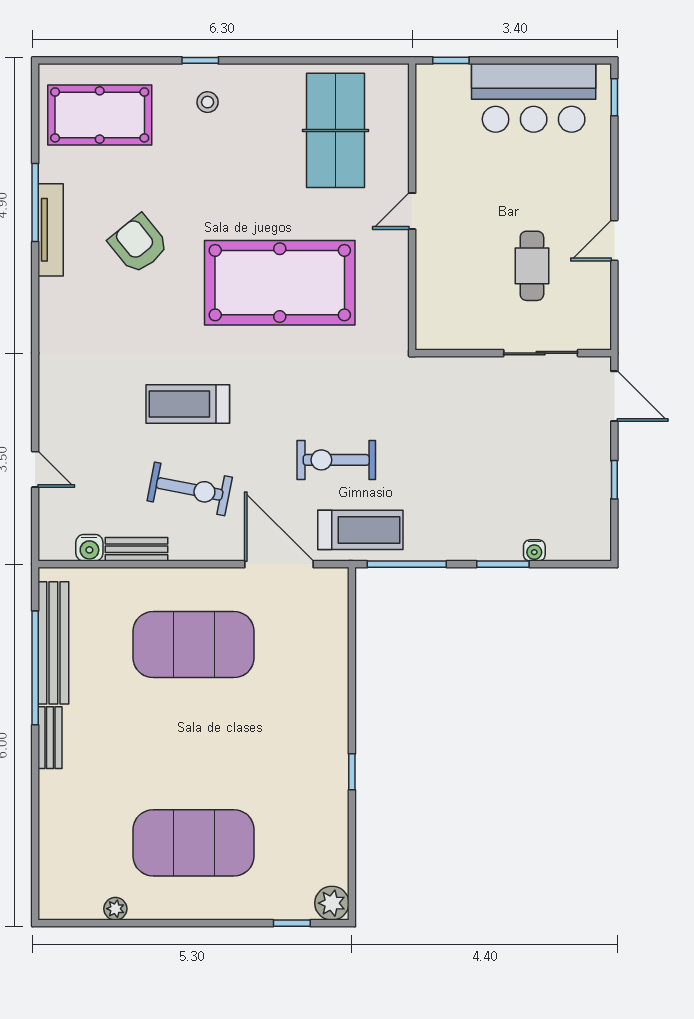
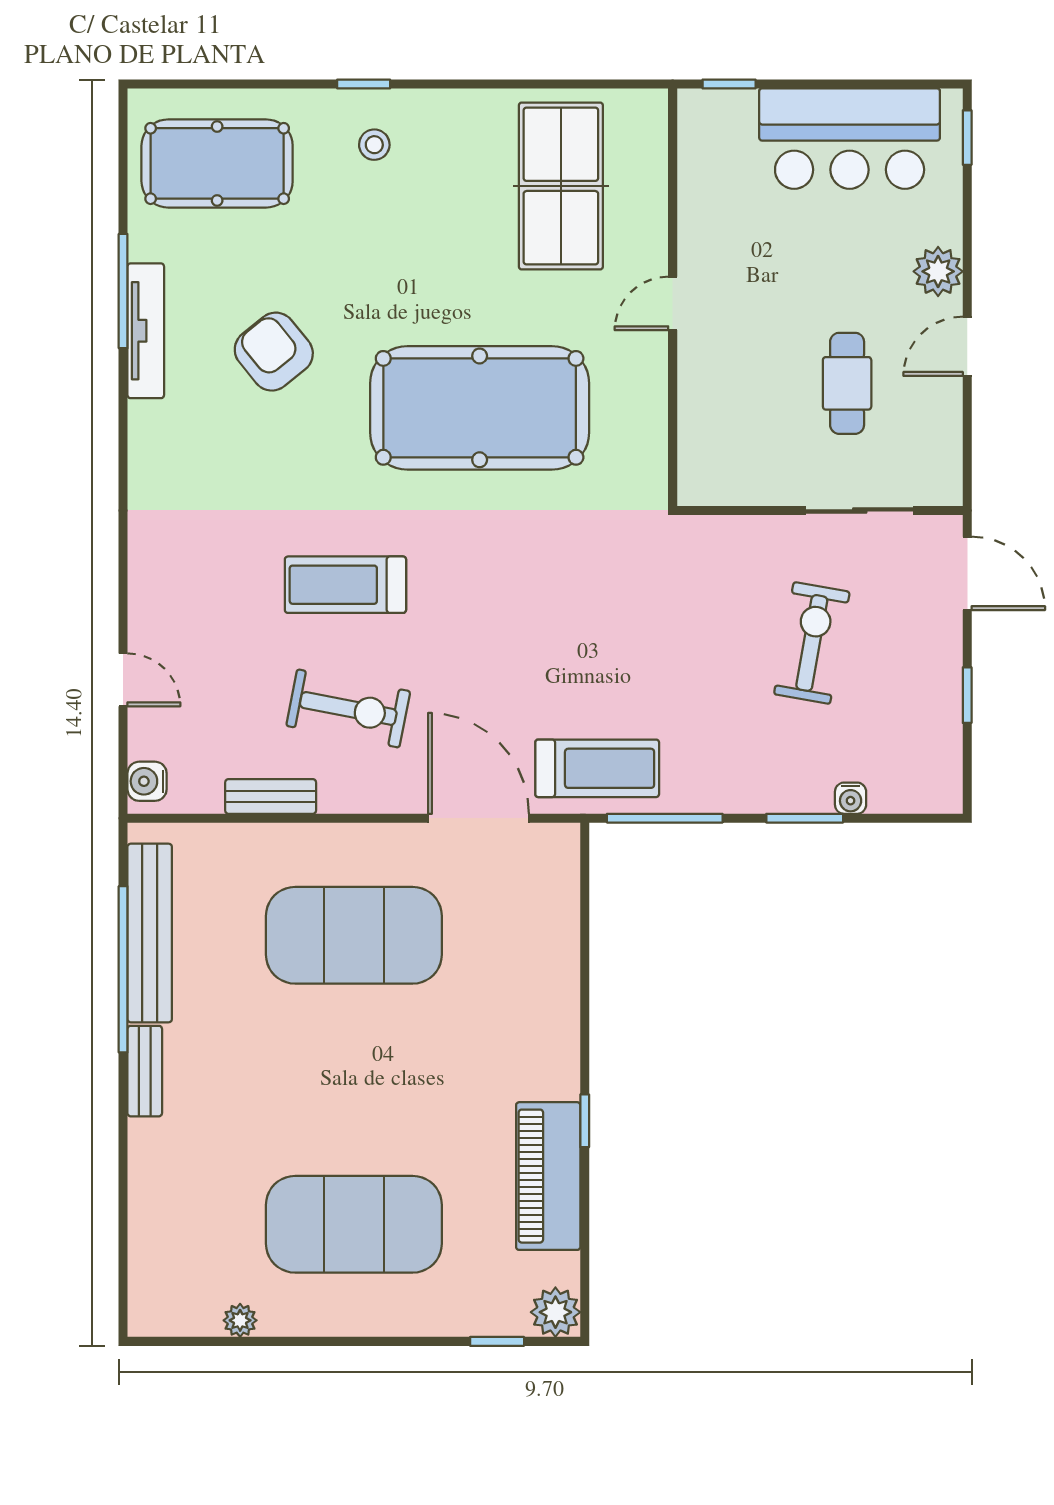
plant: (594, 189) -> (938, 271), added
exercise bike: (336, 460) -> (812, 643), moved, turned 100
water cooler: (89, 548) -> (147, 781), moved, turned 90
piano: (327, 810) -> (548, 1176), added

